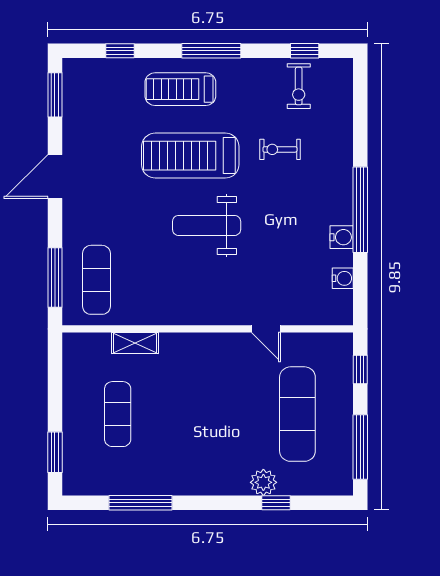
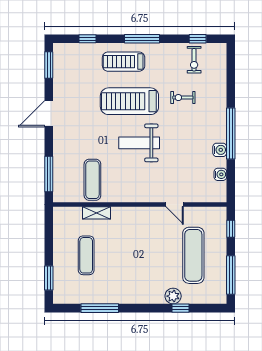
exercise mat: (96, 280) -> (92, 180), moved

